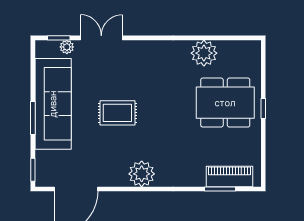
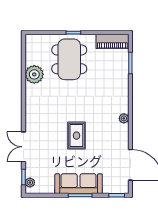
plant: (67, 47) -> (30, 183), moved
sofa: (53, 104) -> (79, 184), width x0.74, depth x0.79
plant: (142, 174) -> (124, 118), width x0.53, depth x0.53
piano: (229, 176) -> (112, 41), moved, turned -90

